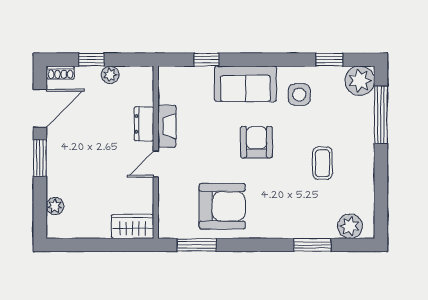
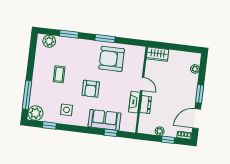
sofa: (245, 84) -> (104, 120), moved
door: (156, 164) -> (142, 84), hinge flipped
window: (197, 245) -> (105, 39), moved

